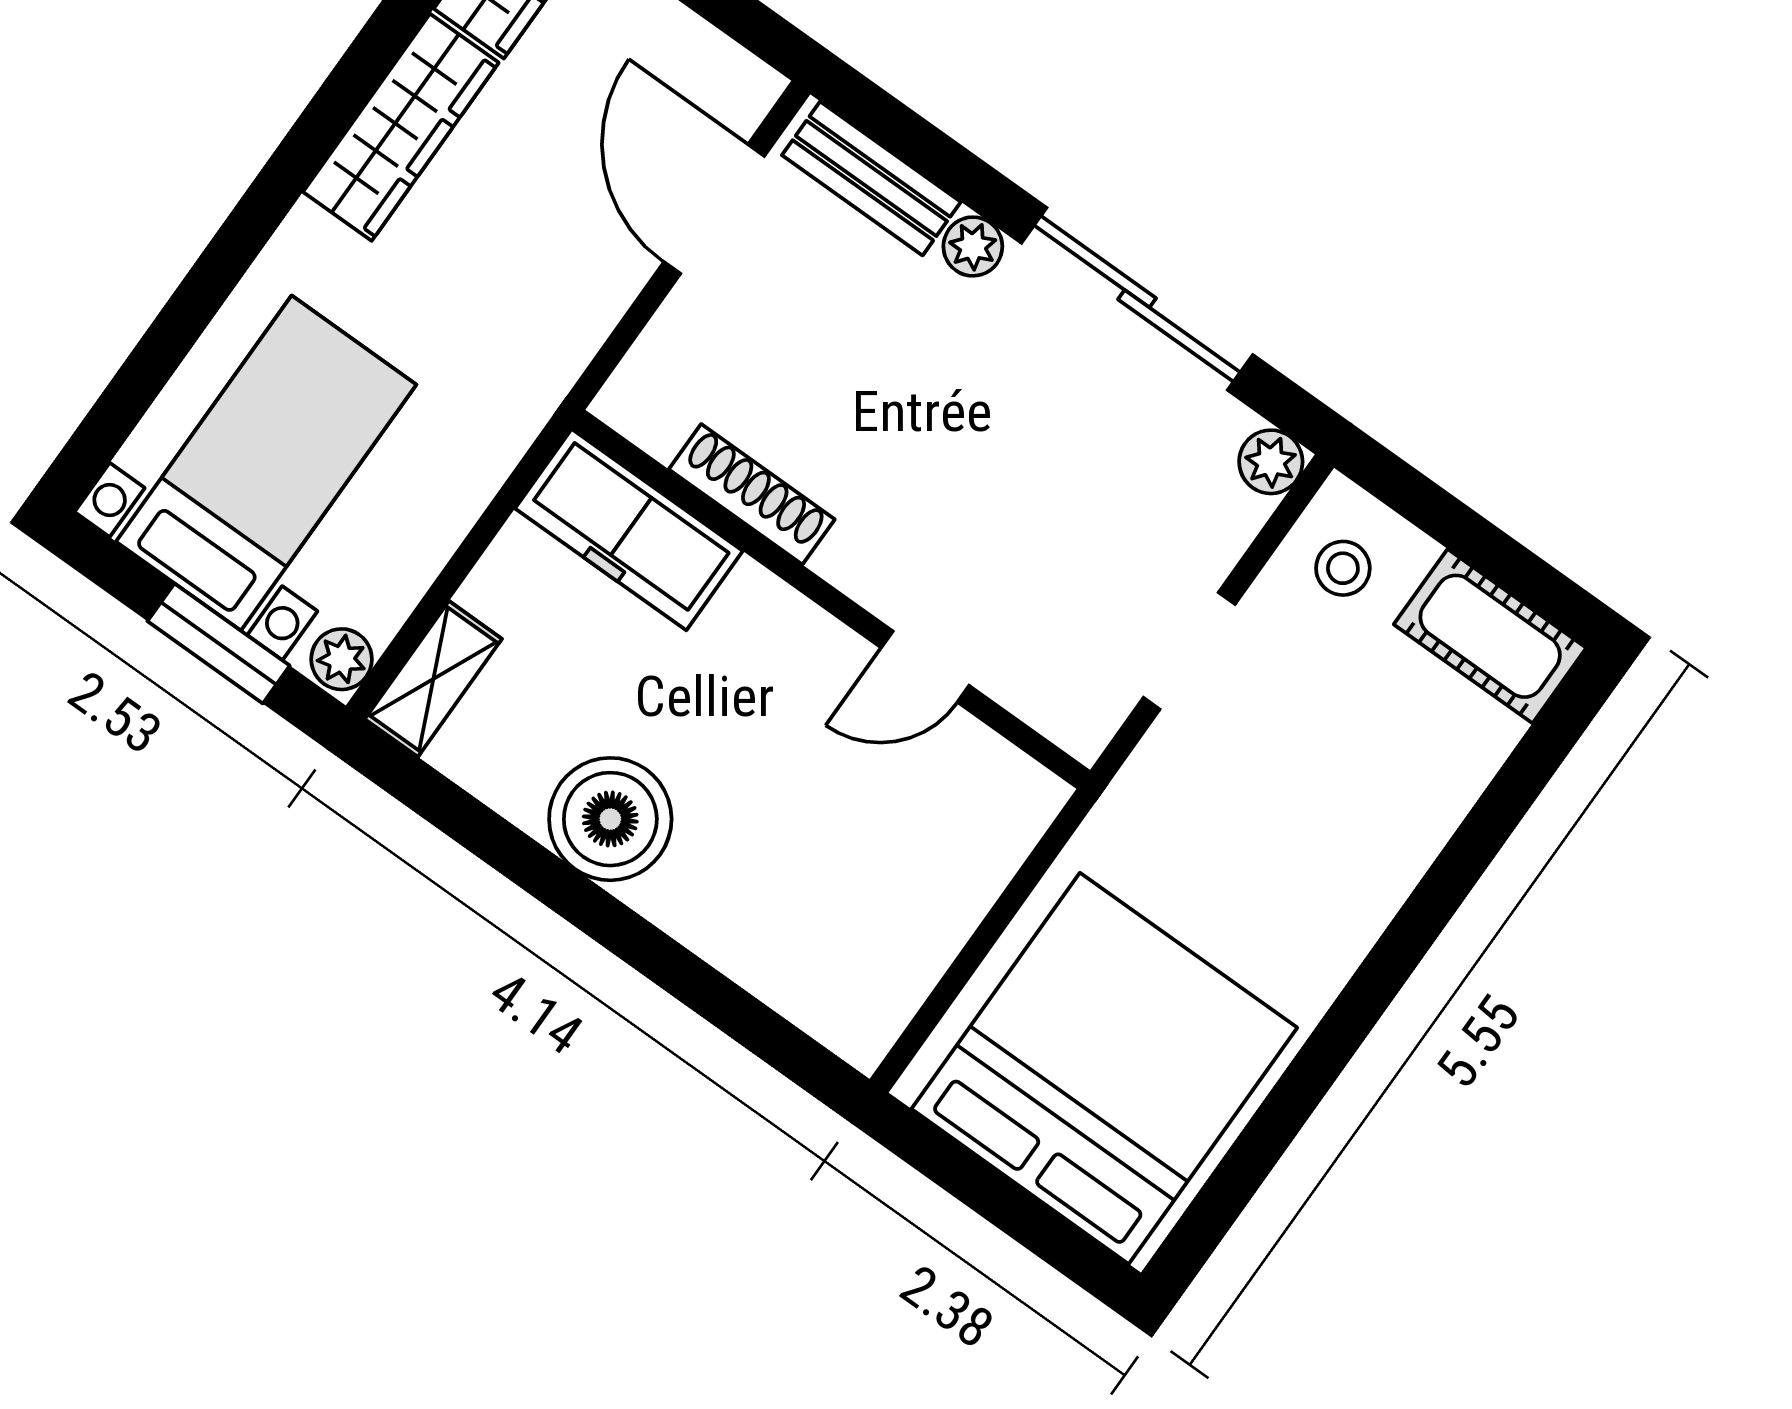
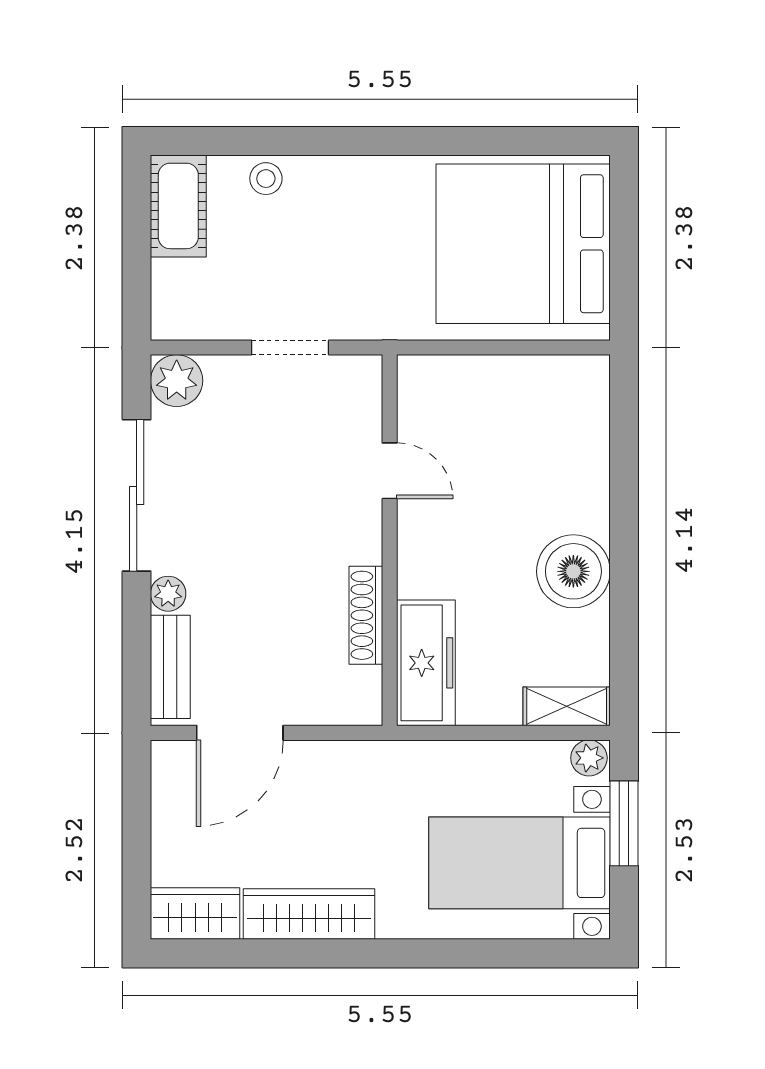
plant: (1271, 462) -> (177, 381), width x1.38, depth x1.38
stool: (1343, 568) -> (266, 179), moved

